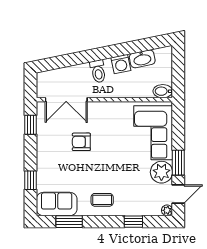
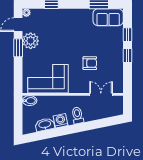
double door: (66, 100) -> (101, 94), width x0.73
window: (30, 125) -> (127, 55), moved
corner sofa: (153, 133) -> (48, 79), moved, turned -90
coffee table: (102, 200) -> (74, 20), removed

